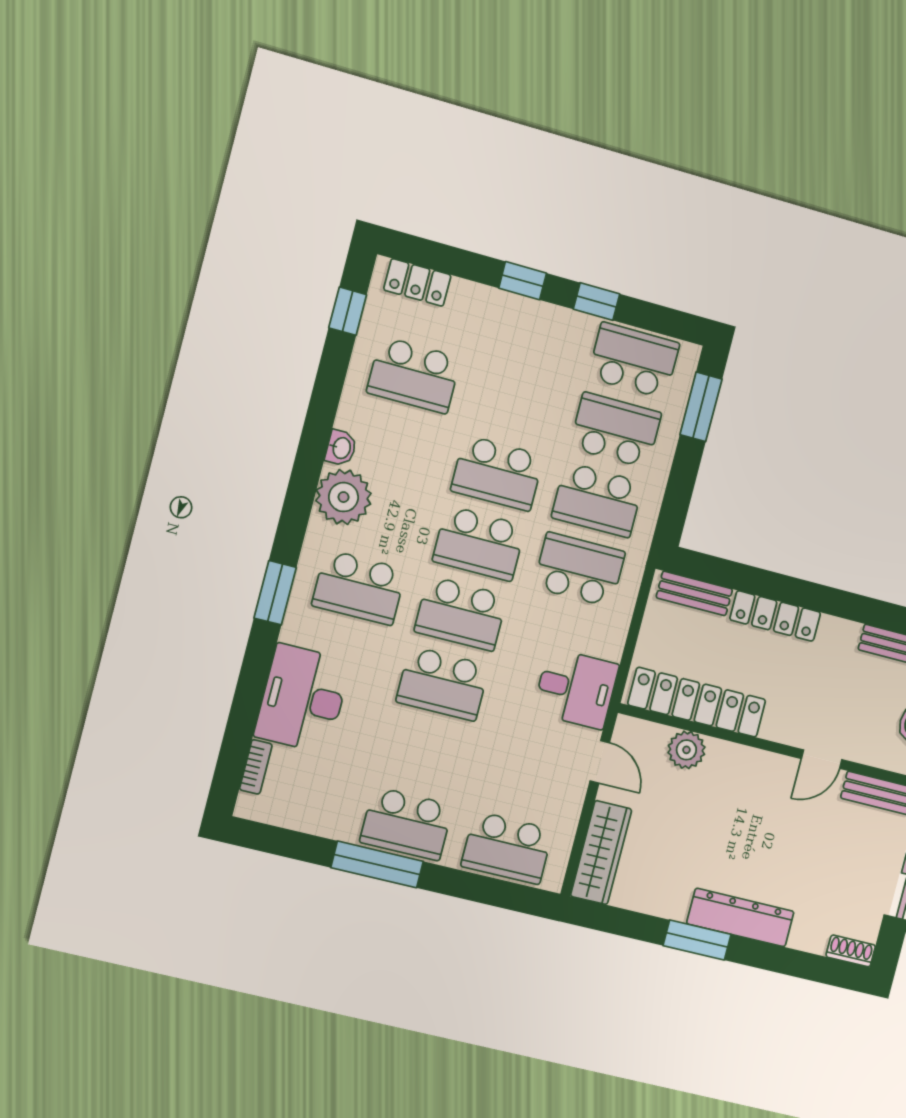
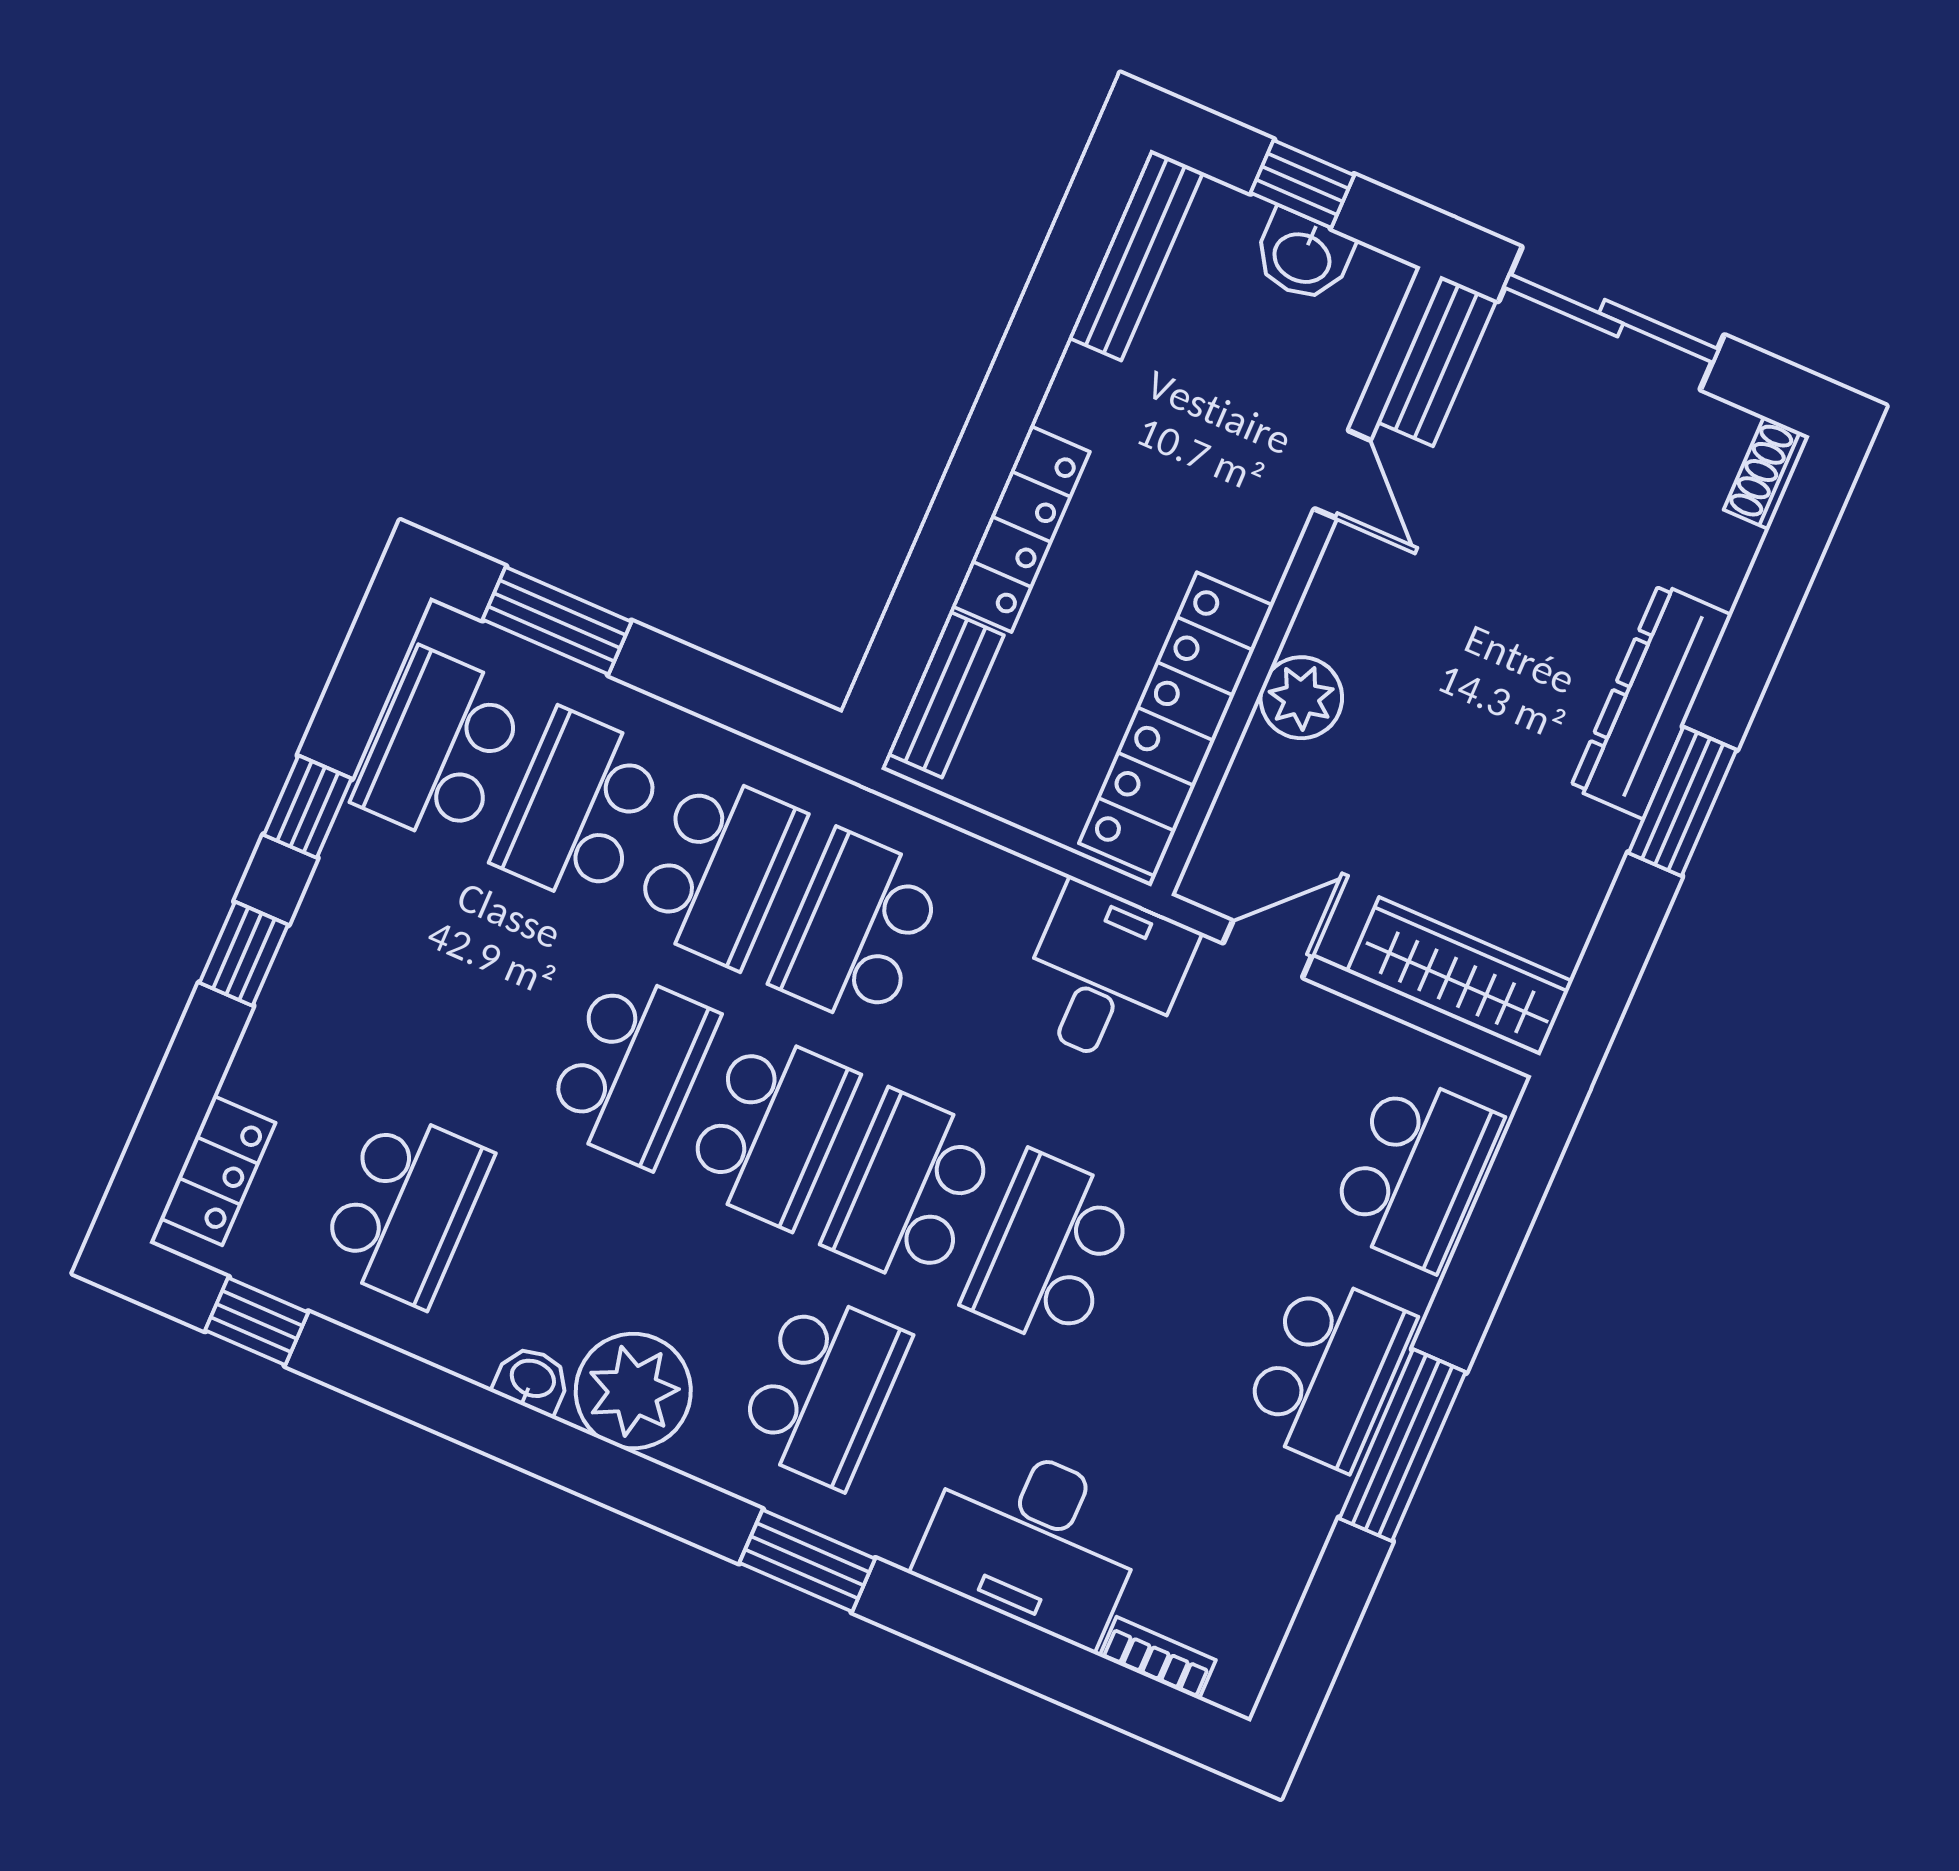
school desk: (461, 614) -> (910, 1190), turned 180
school desk: (443, 684) -> (1049, 1250), turned 180
plant: (686, 750) -> (1301, 698), moved

